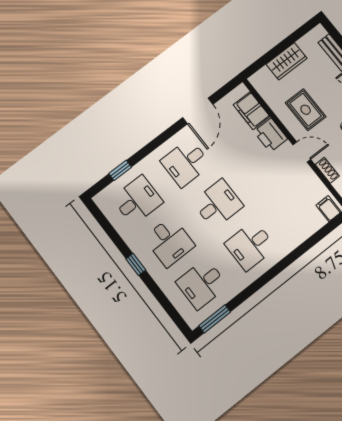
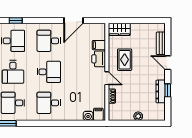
wardrobe: (287, 61) -> (119, 29), moved
filing cabinet: (252, 111) -> (99, 45), width x0.50
water cooler: (317, 221) -> (88, 116), added

